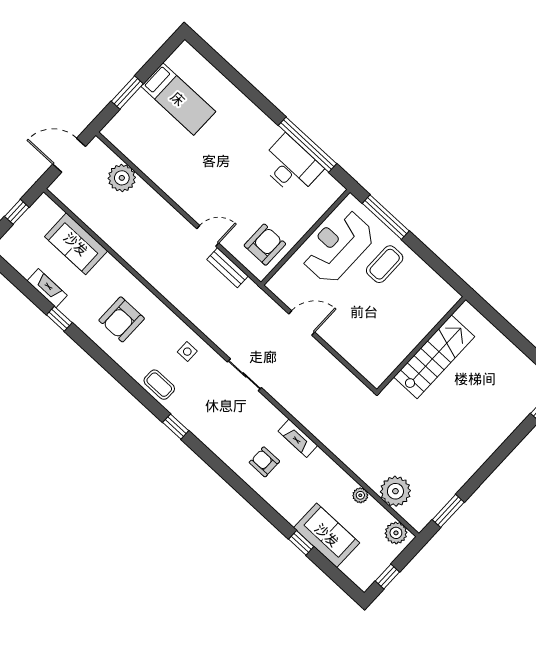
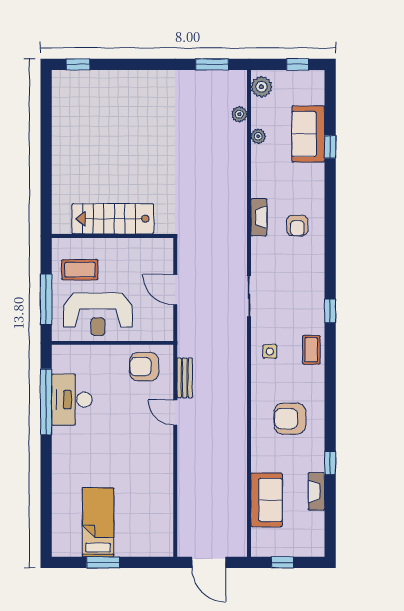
window: (127, 93) -> (103, 562), moved
plant: (122, 178) -> (190, 511), removed
armchair: (122, 319) -> (290, 419), turned 180
wall: (421, 344) -> (112, 236), moved
stairs: (434, 357) -> (113, 219), moved
plant: (395, 491) -> (239, 114), width x0.53, depth x0.53

